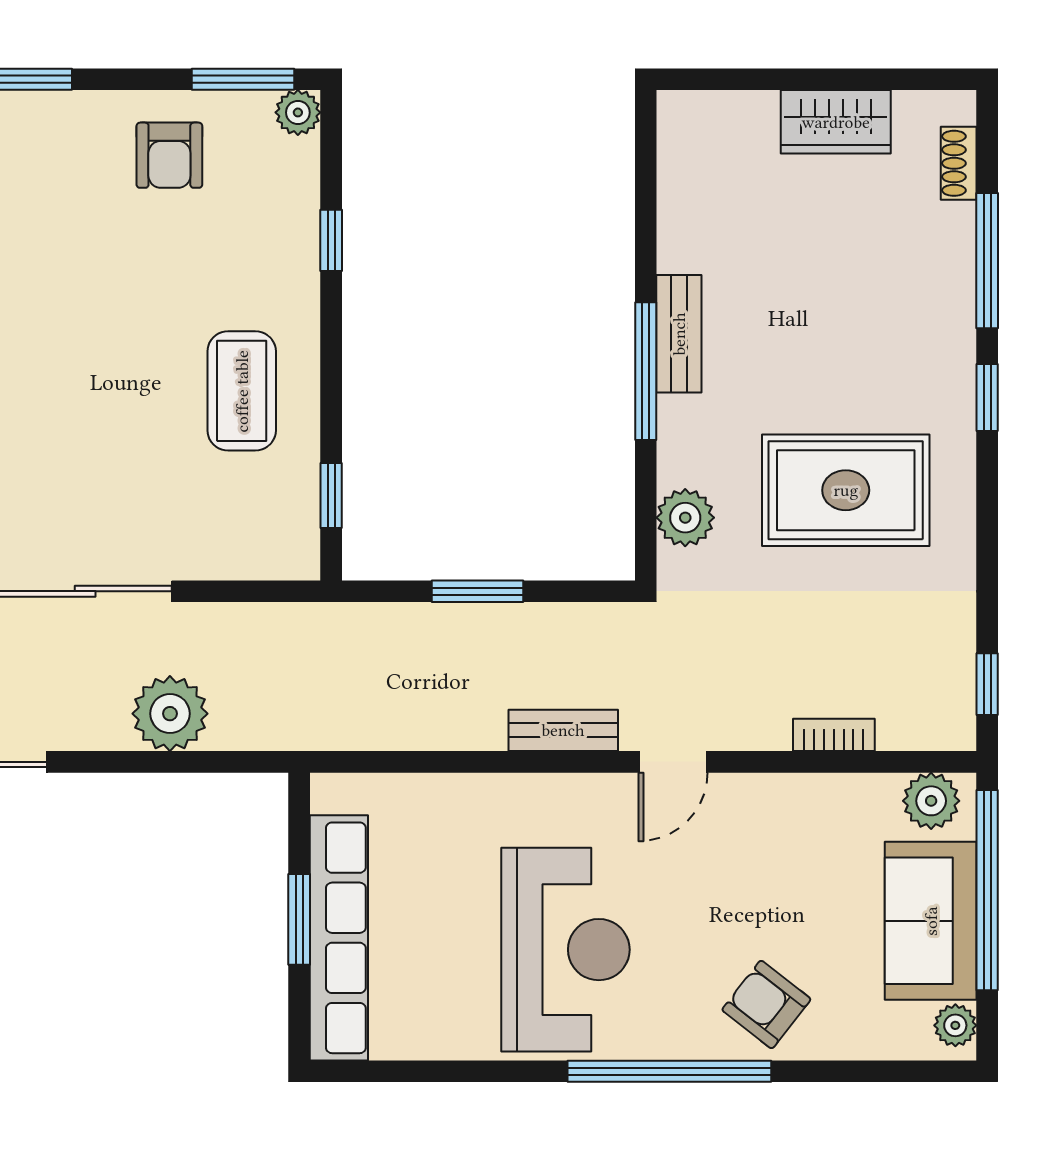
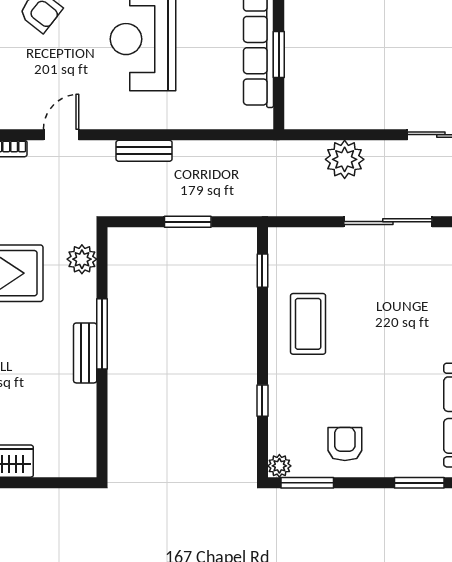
door: (673, 762) -> (61, 135), moved

